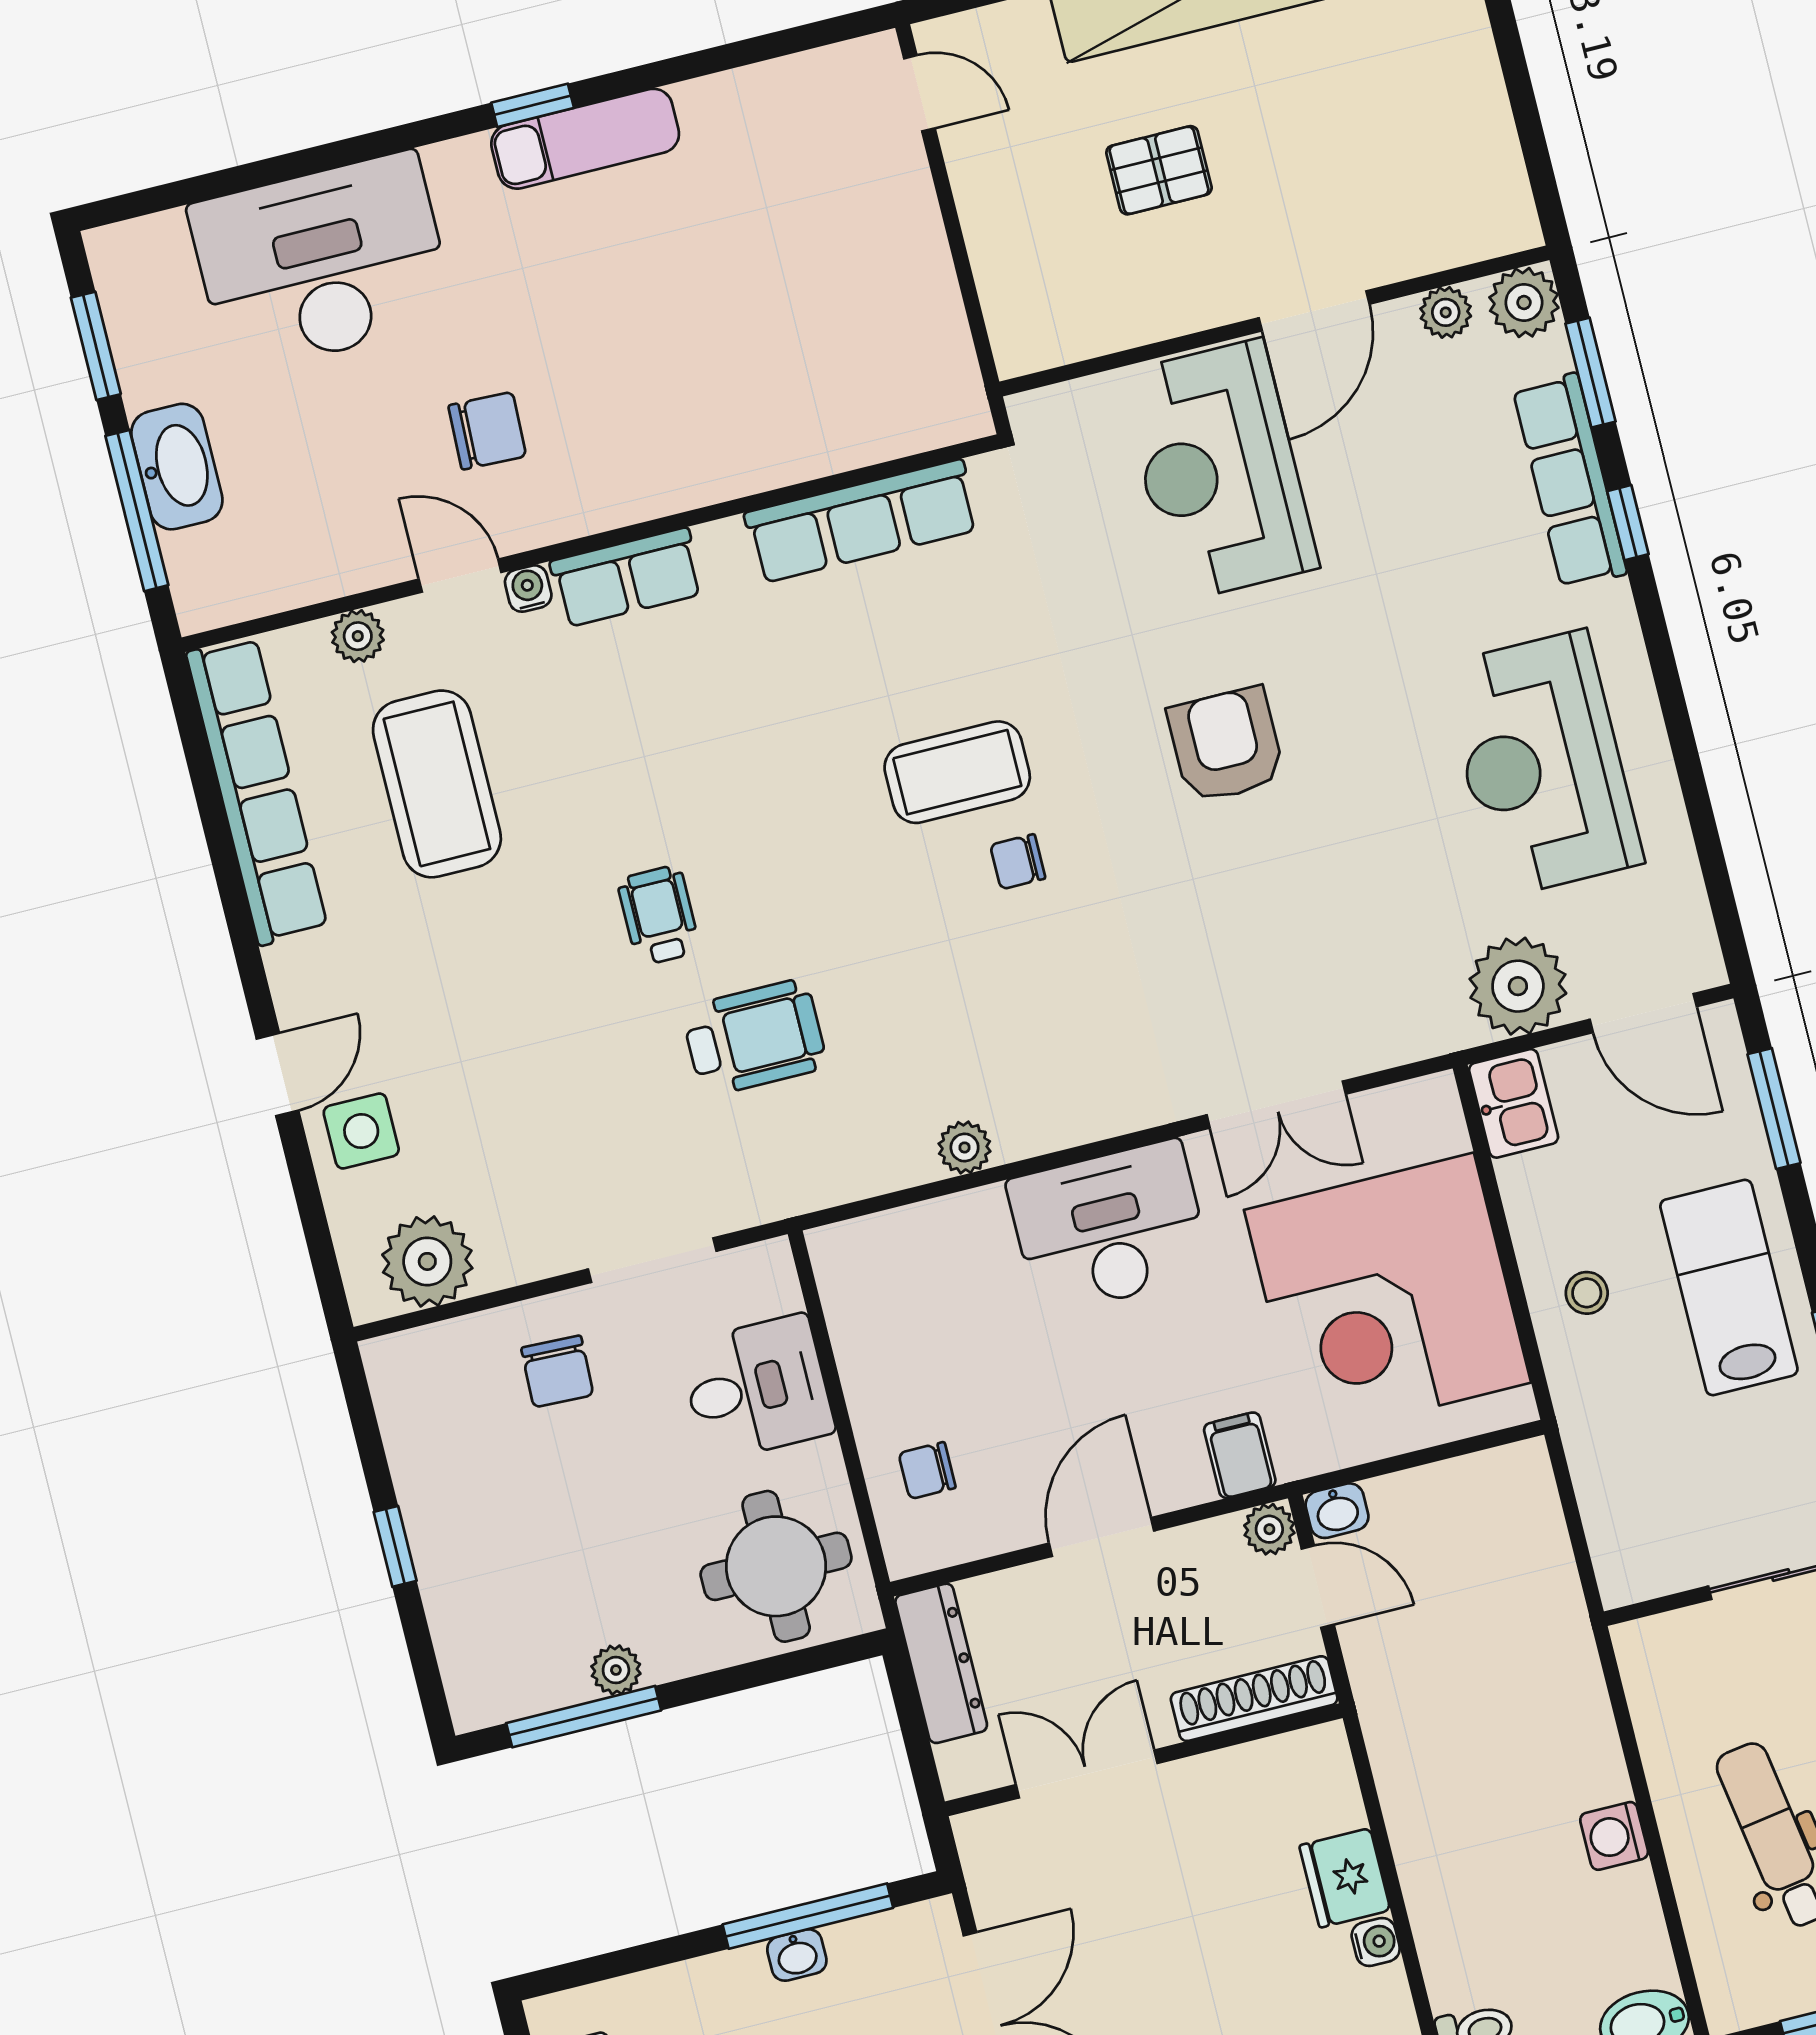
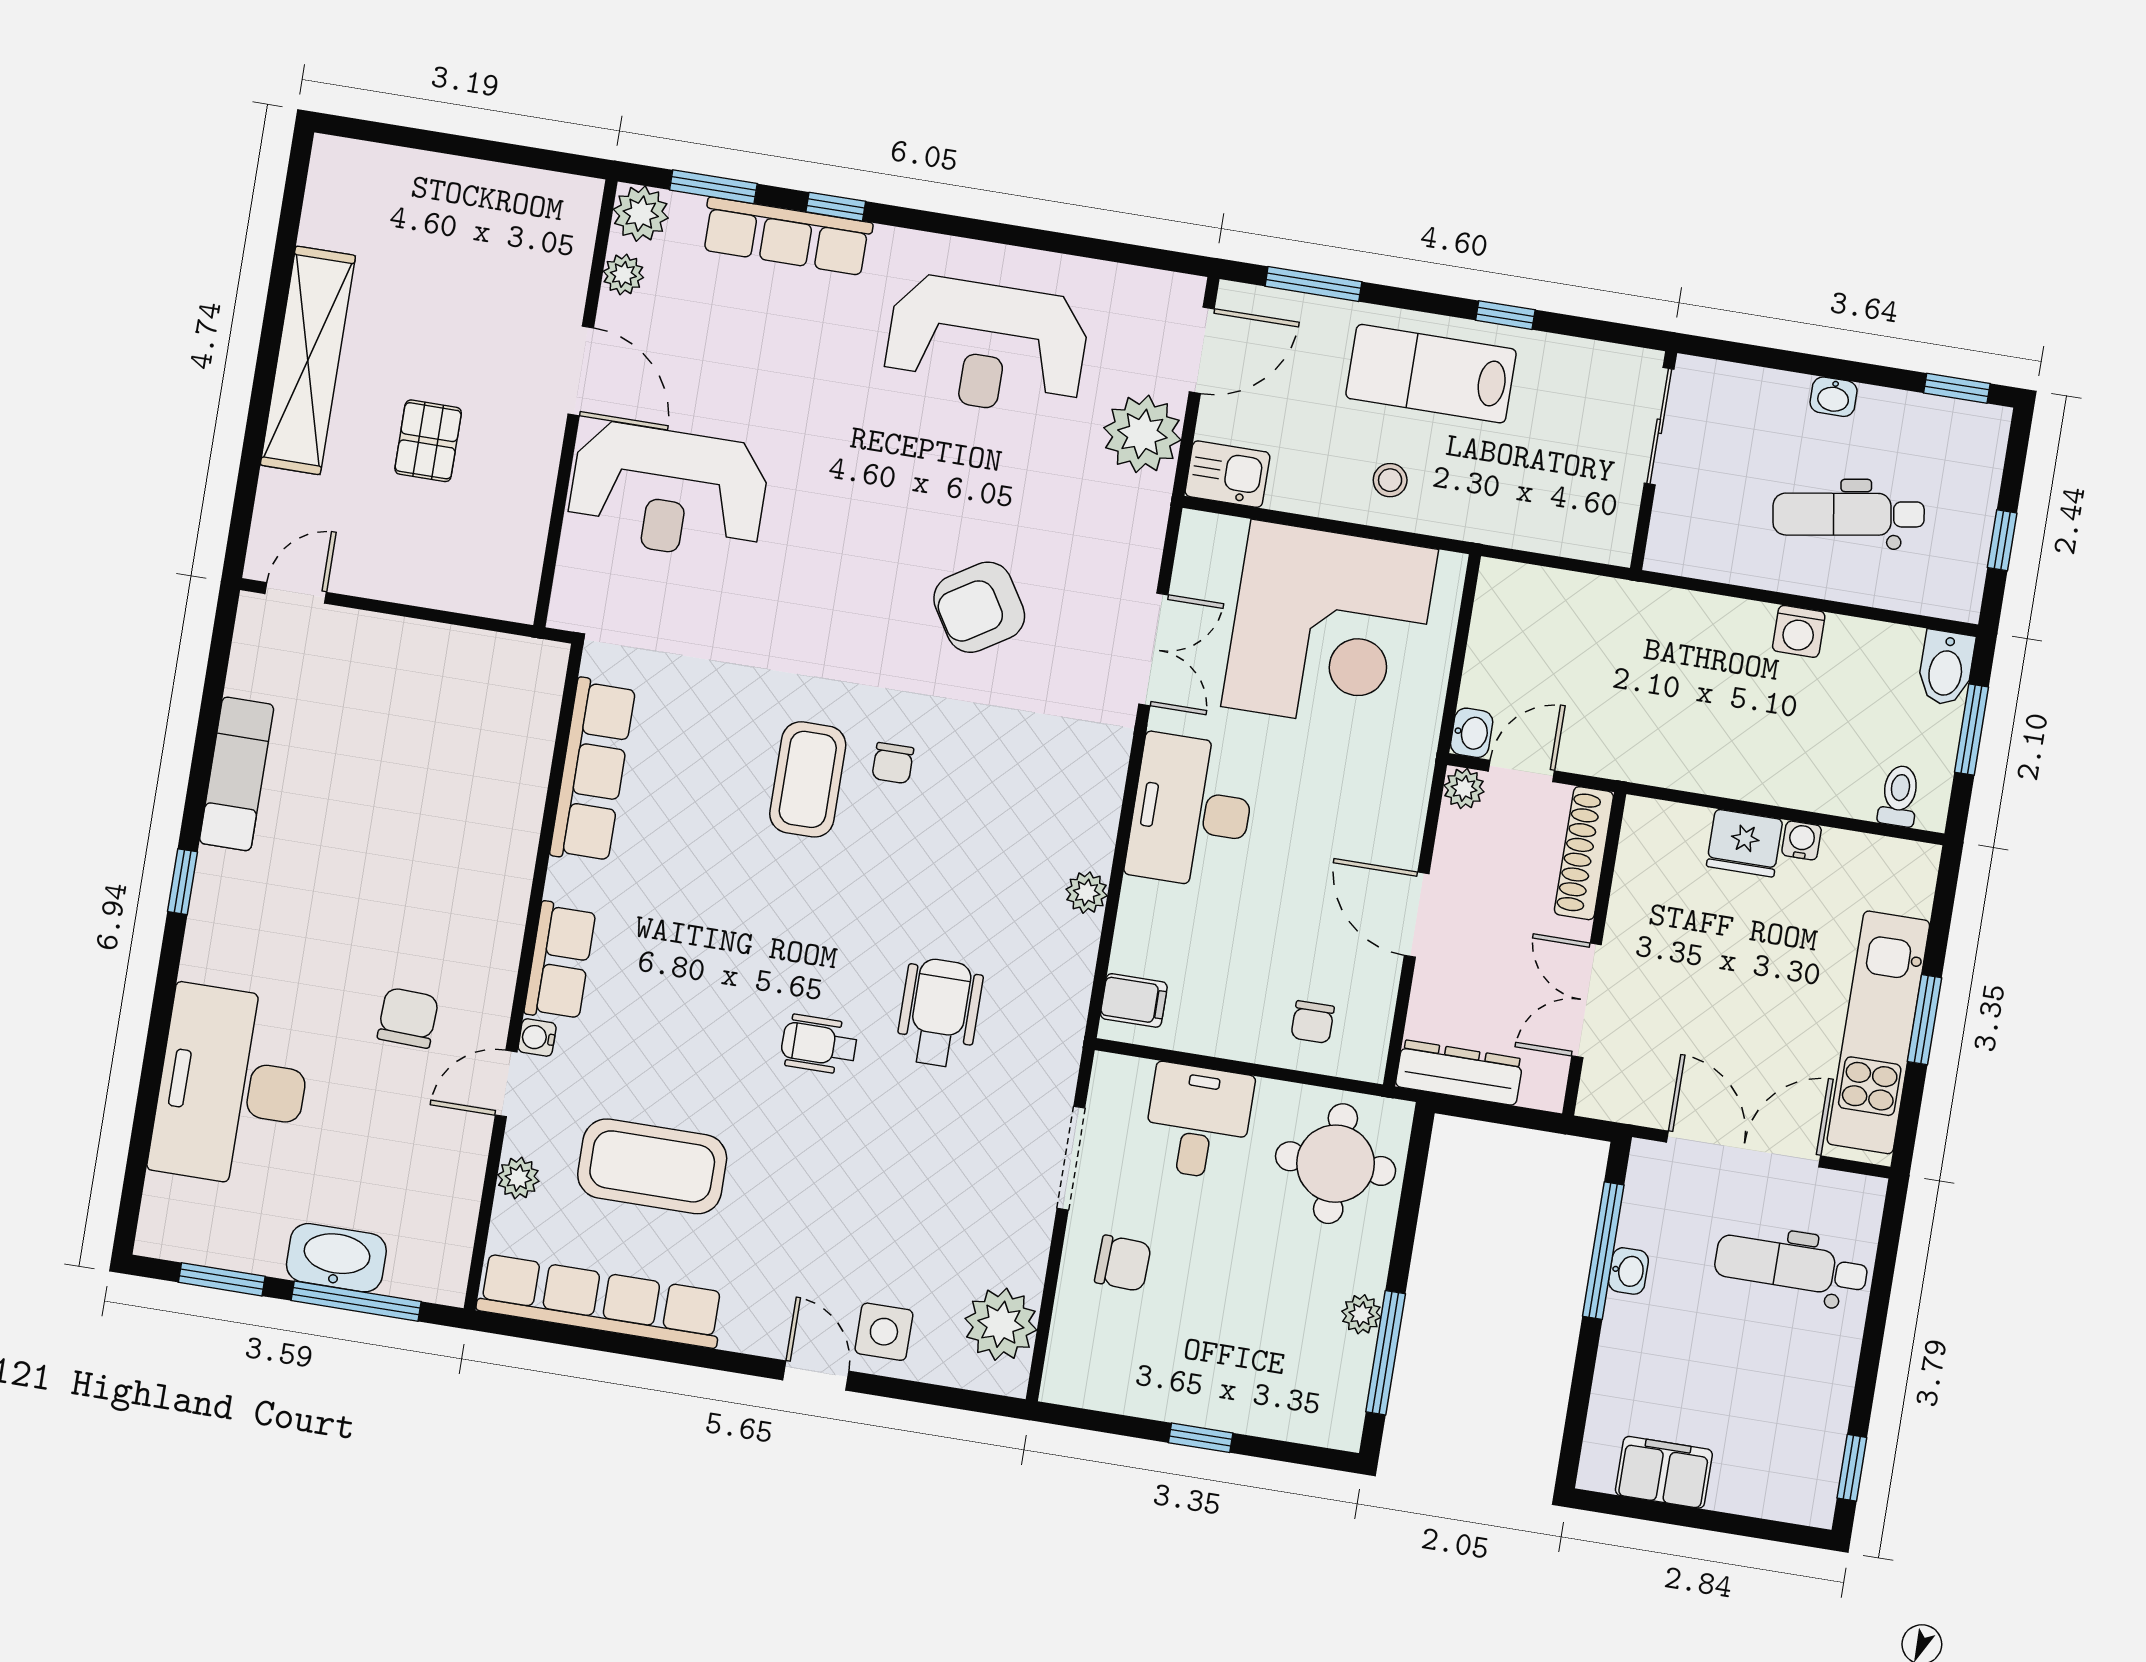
exam couch: (585, 139) -> (237, 774), moved
armchair: (1226, 745) -> (979, 607), moved, turned -32
filing cabinet: (1240, 1455) -> (1134, 1000), moved, turned 180

